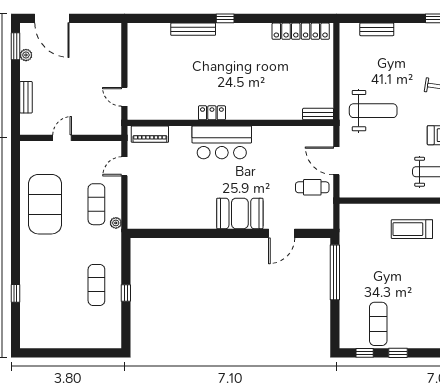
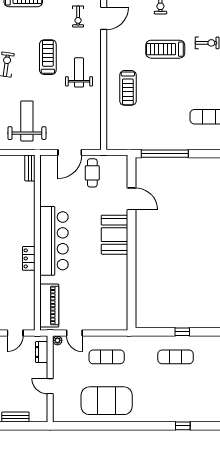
dresser: (102, 128) -> (42, 352), added
piano: (150, 134) -> (49, 306), width x1.37, depth x1.33
bar counter: (222, 142) -> (54, 241), width x1.36
plant: (116, 223) -> (58, 340), moved

